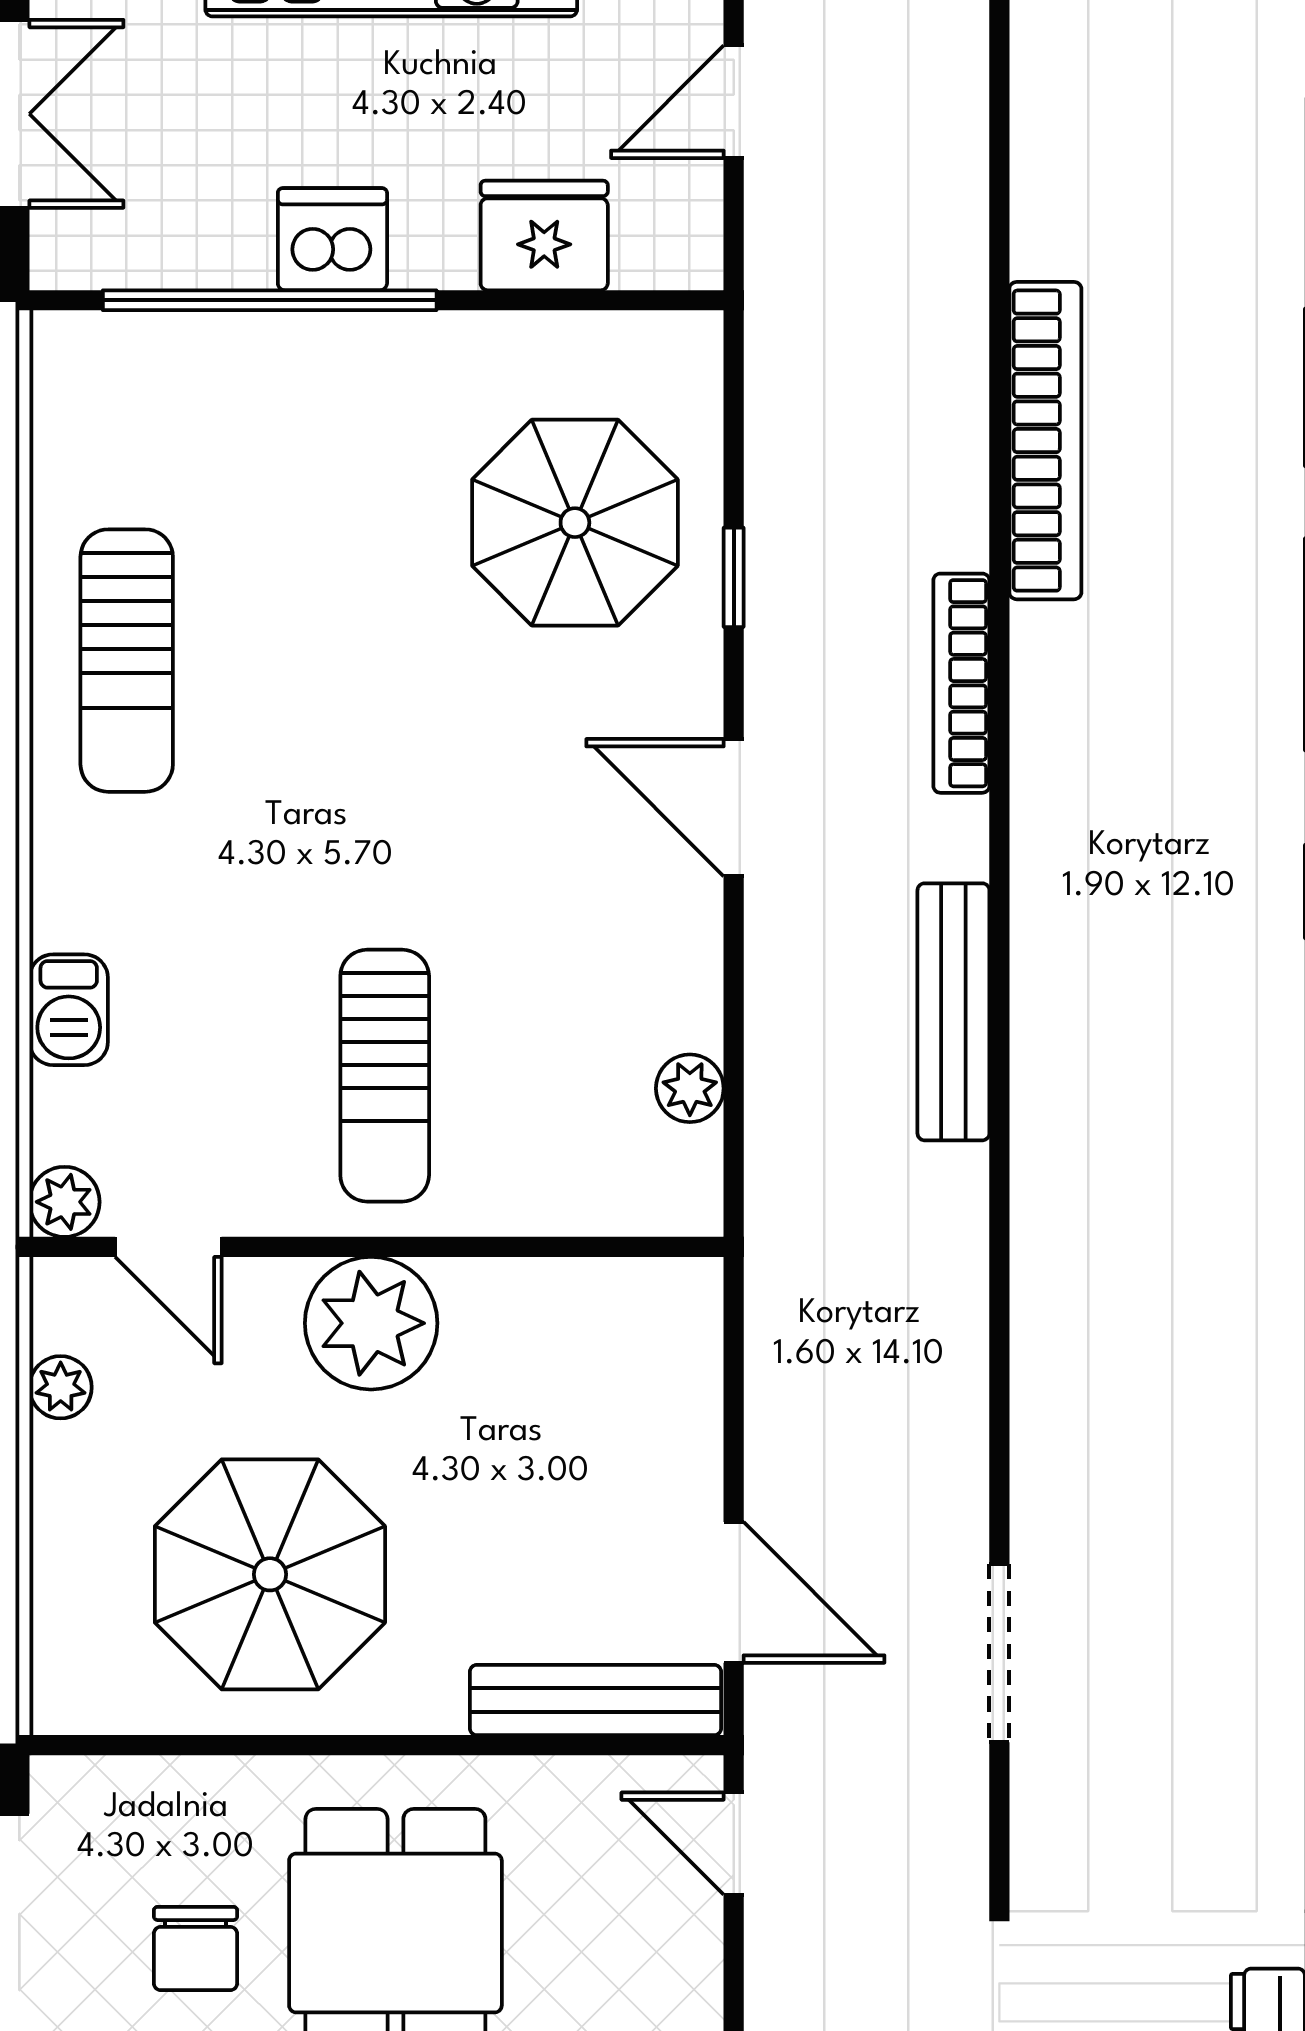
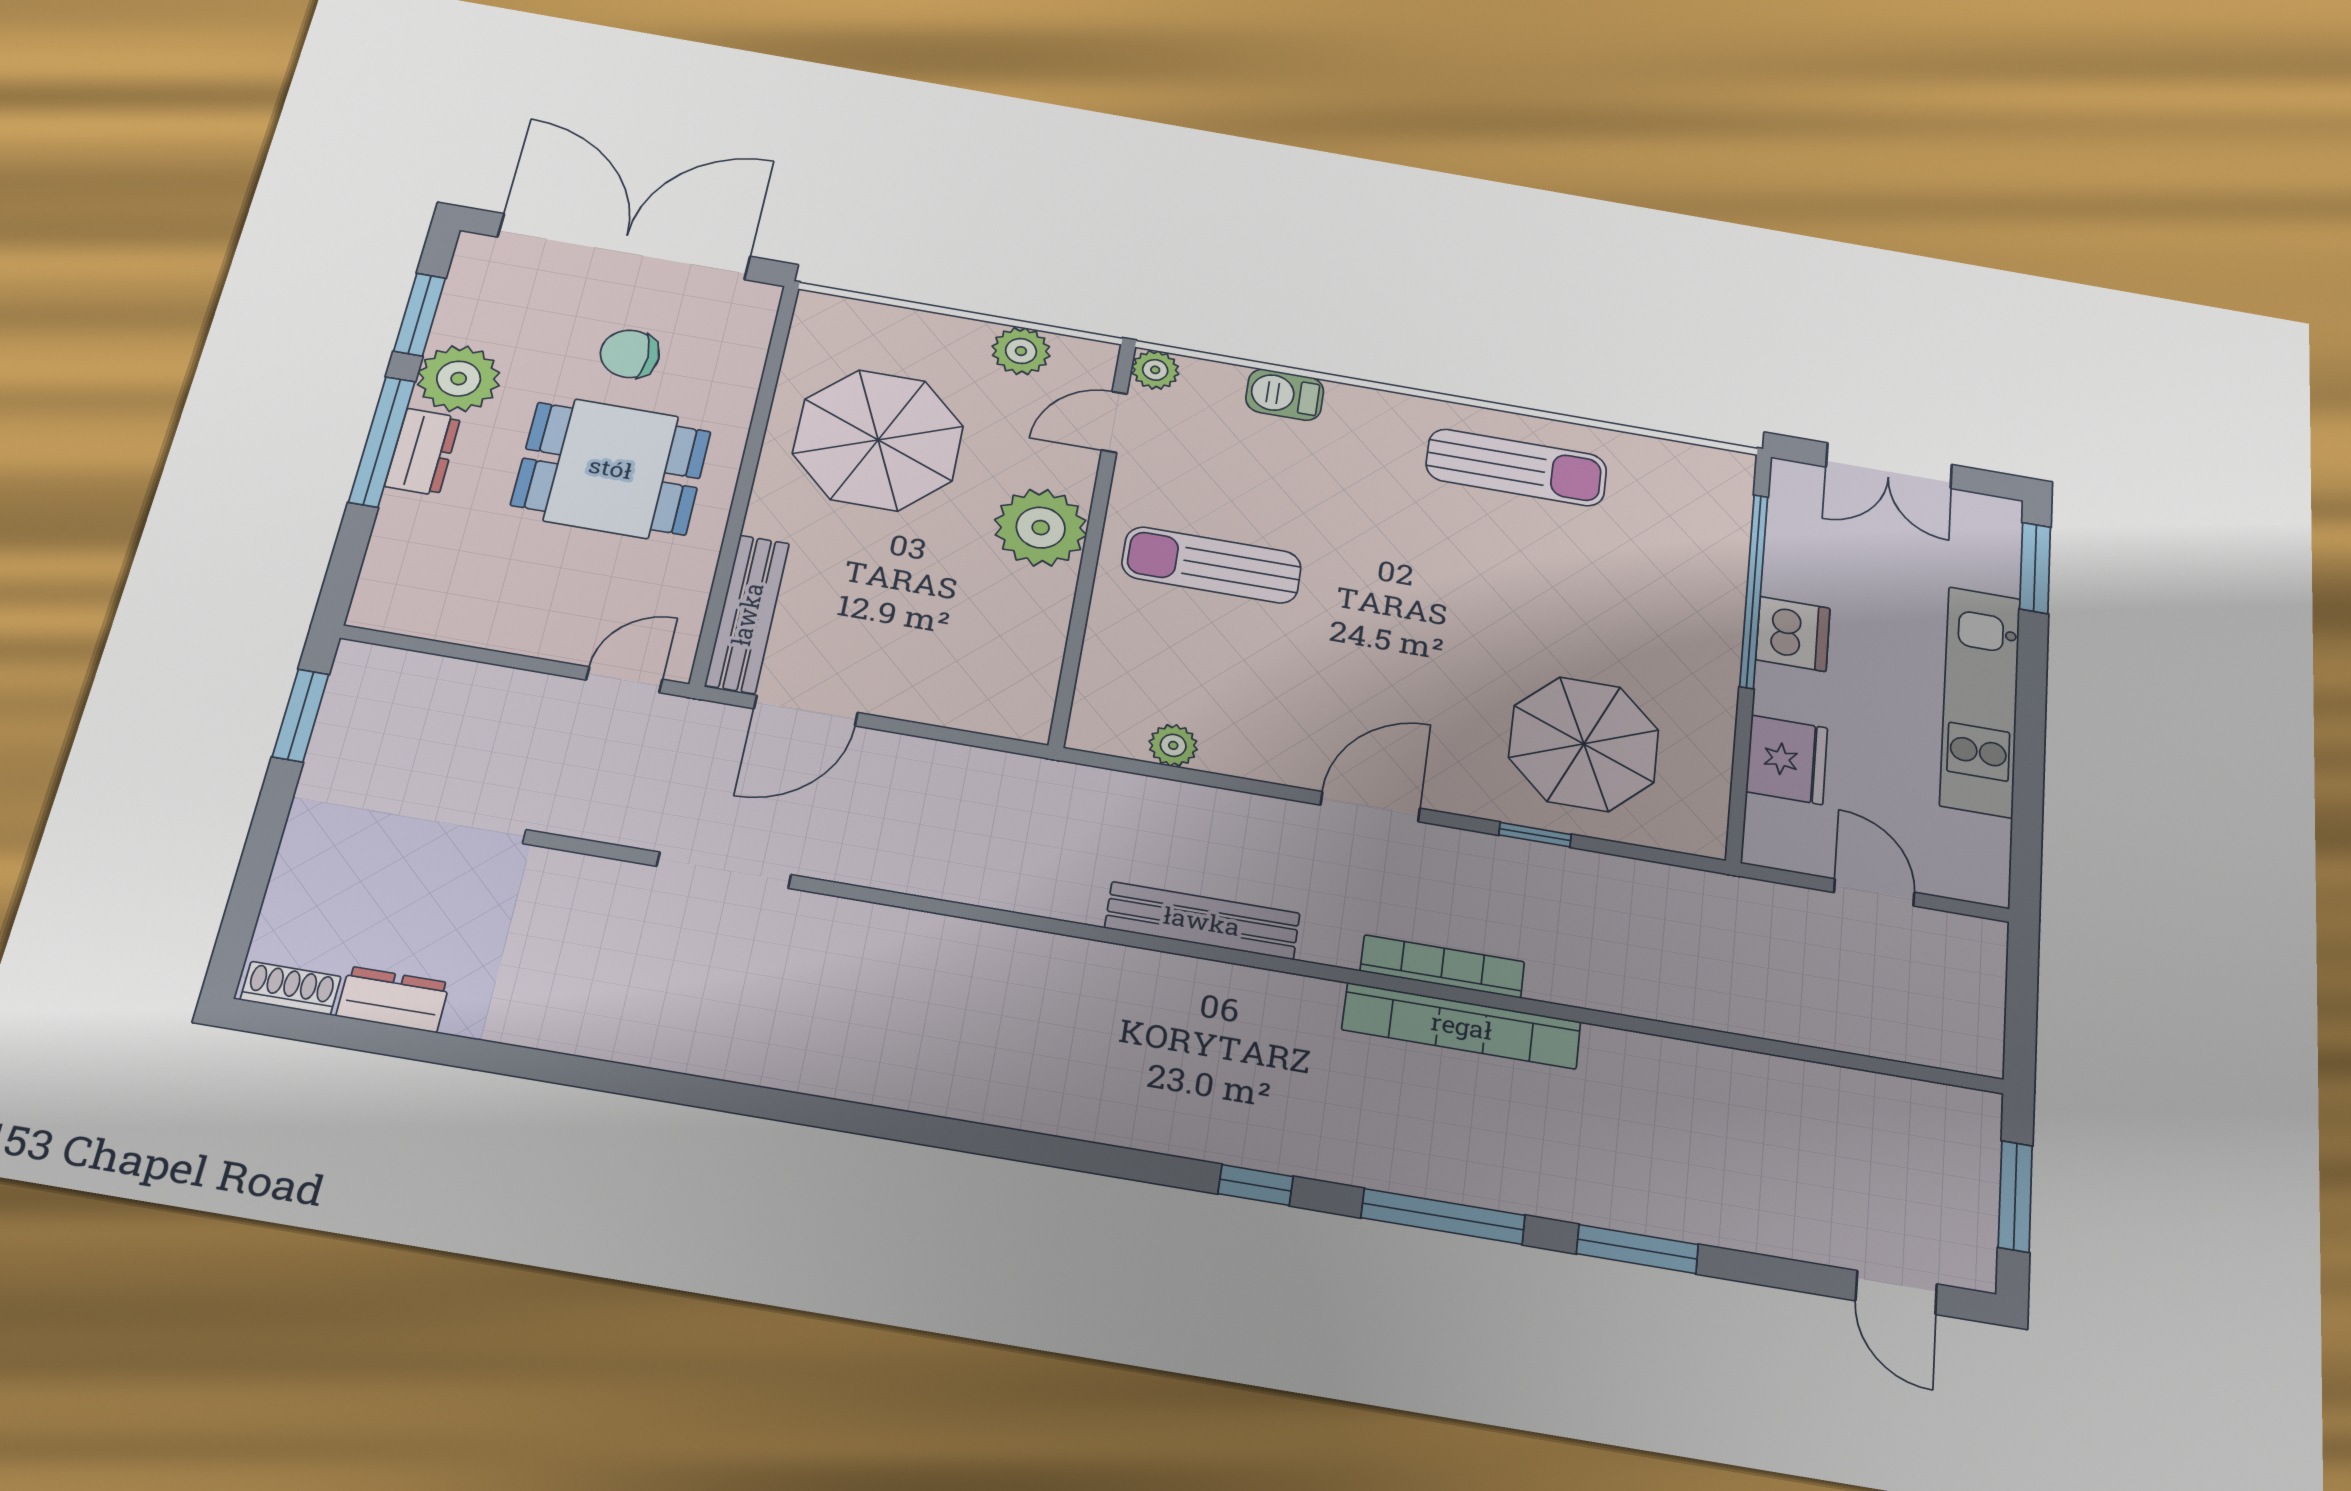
bookcase: (1045, 441) -> (1462, 1026), moved
sun lounger: (127, 661) -> (1516, 467), turned 180
plant: (61, 1387) -> (1021, 351), width x1.38, depth x1.38

